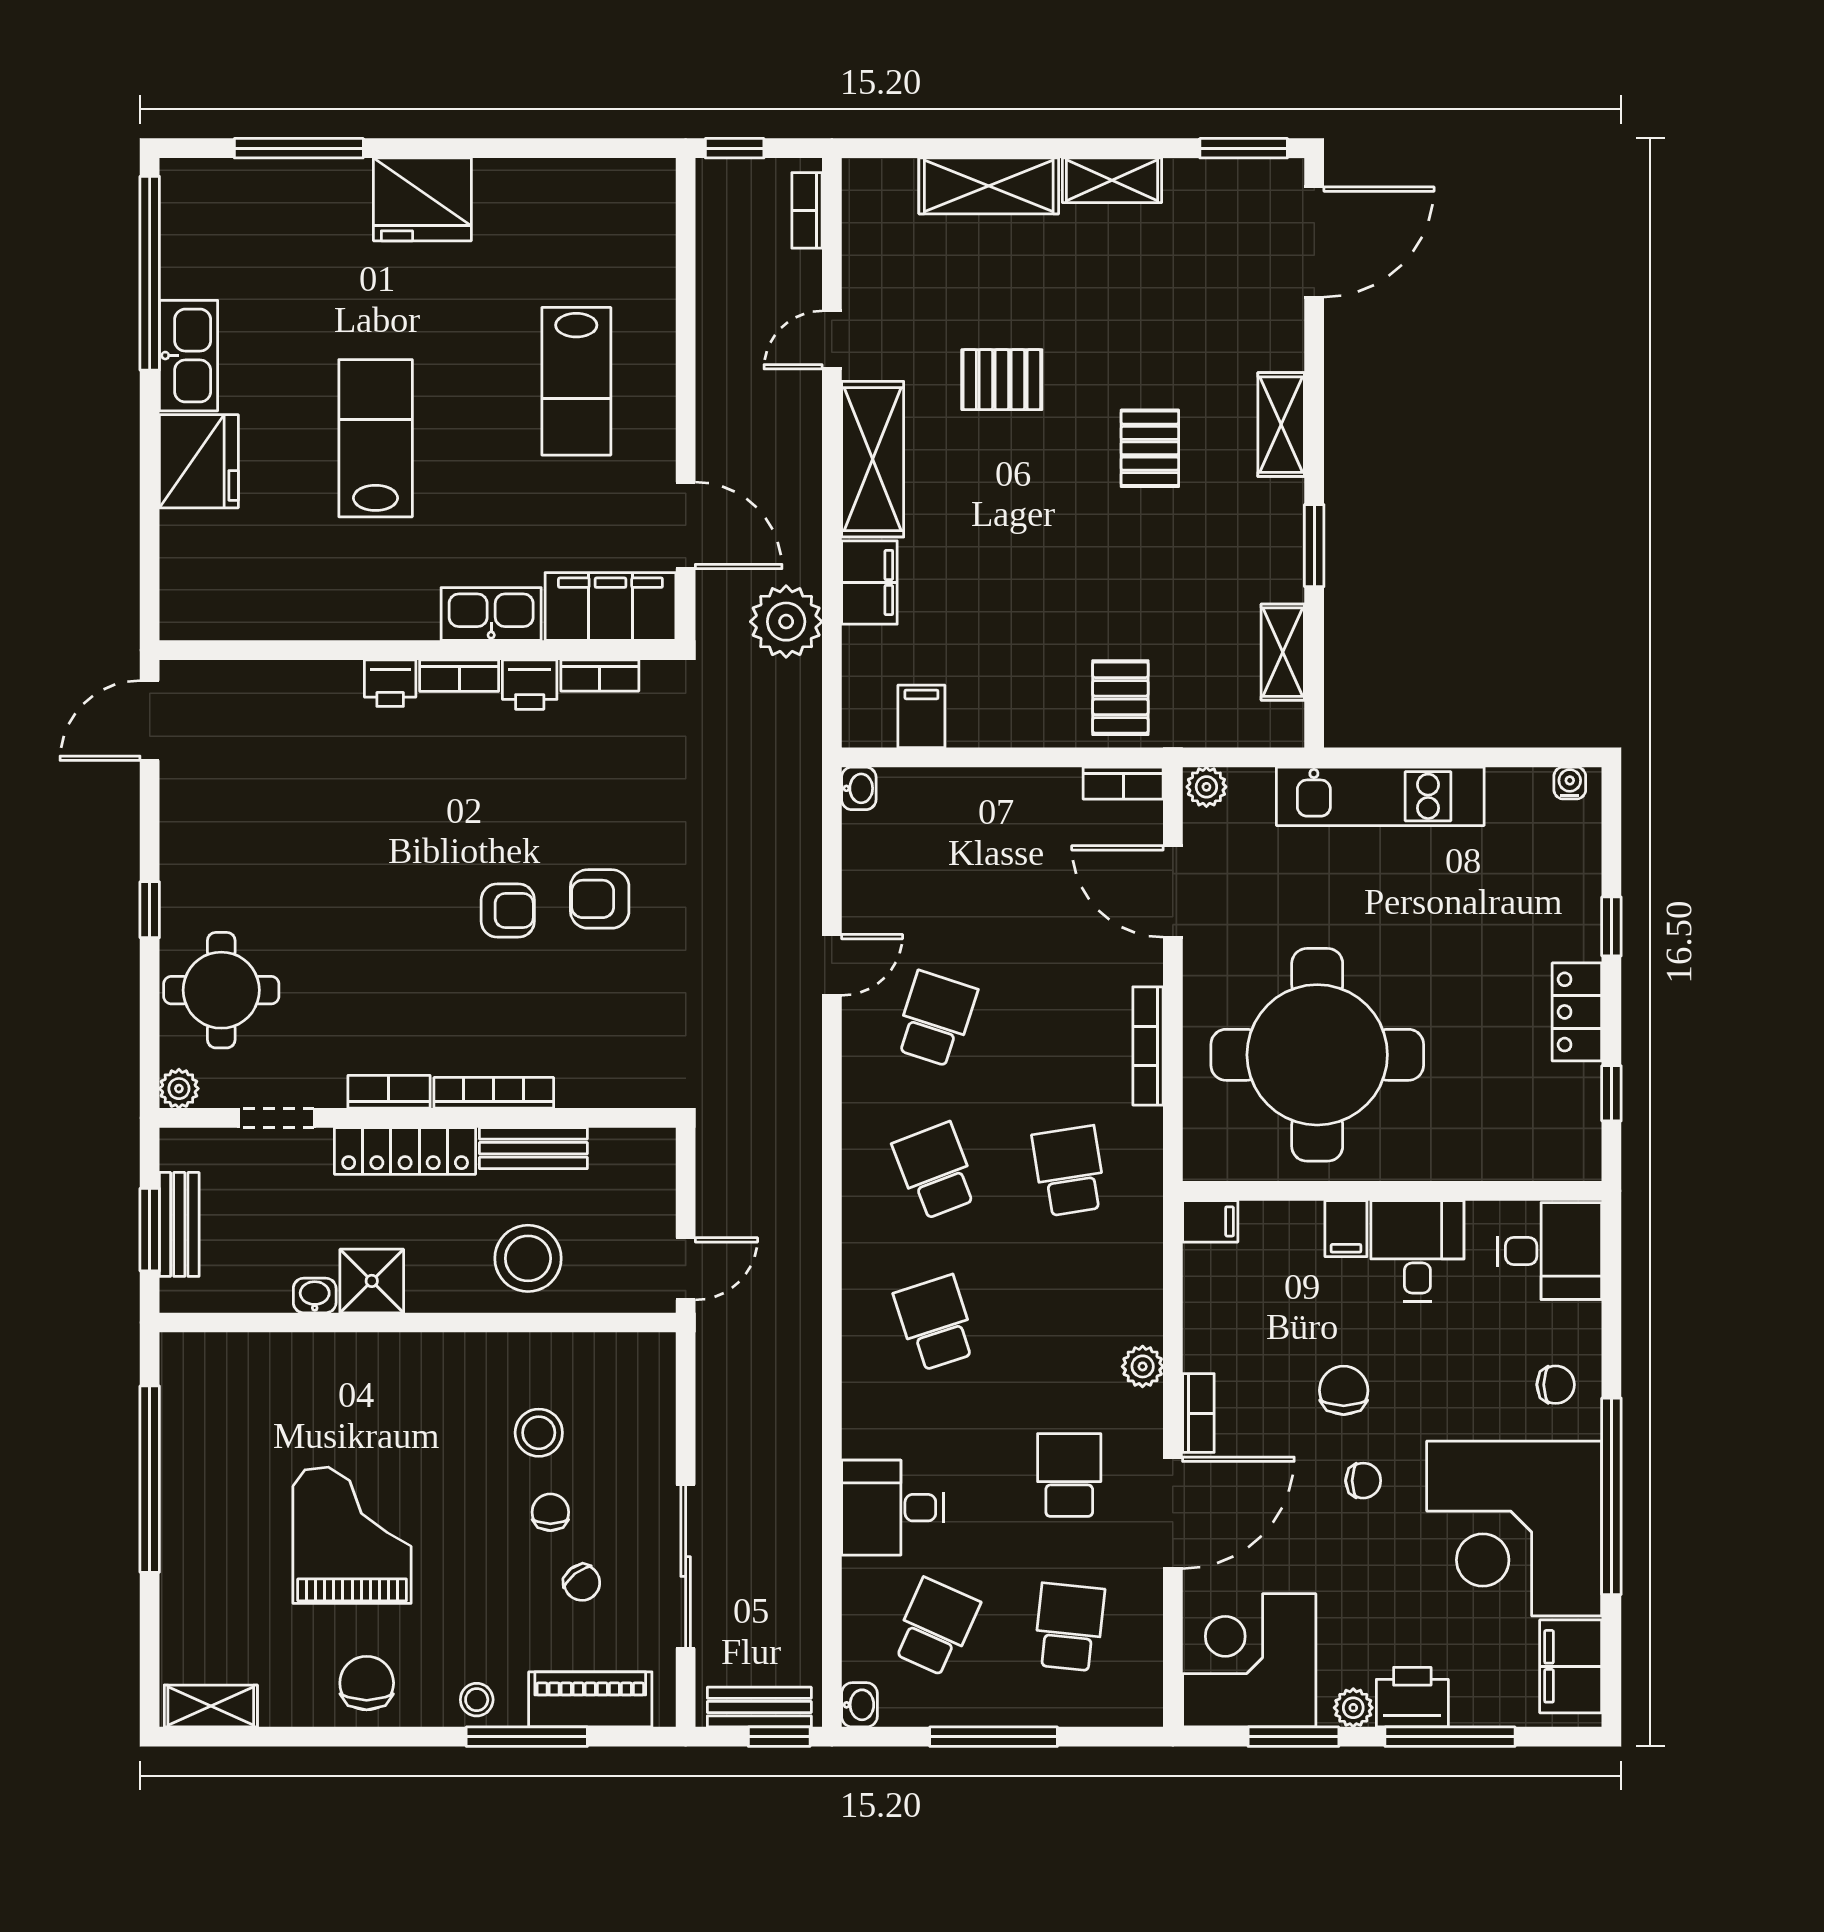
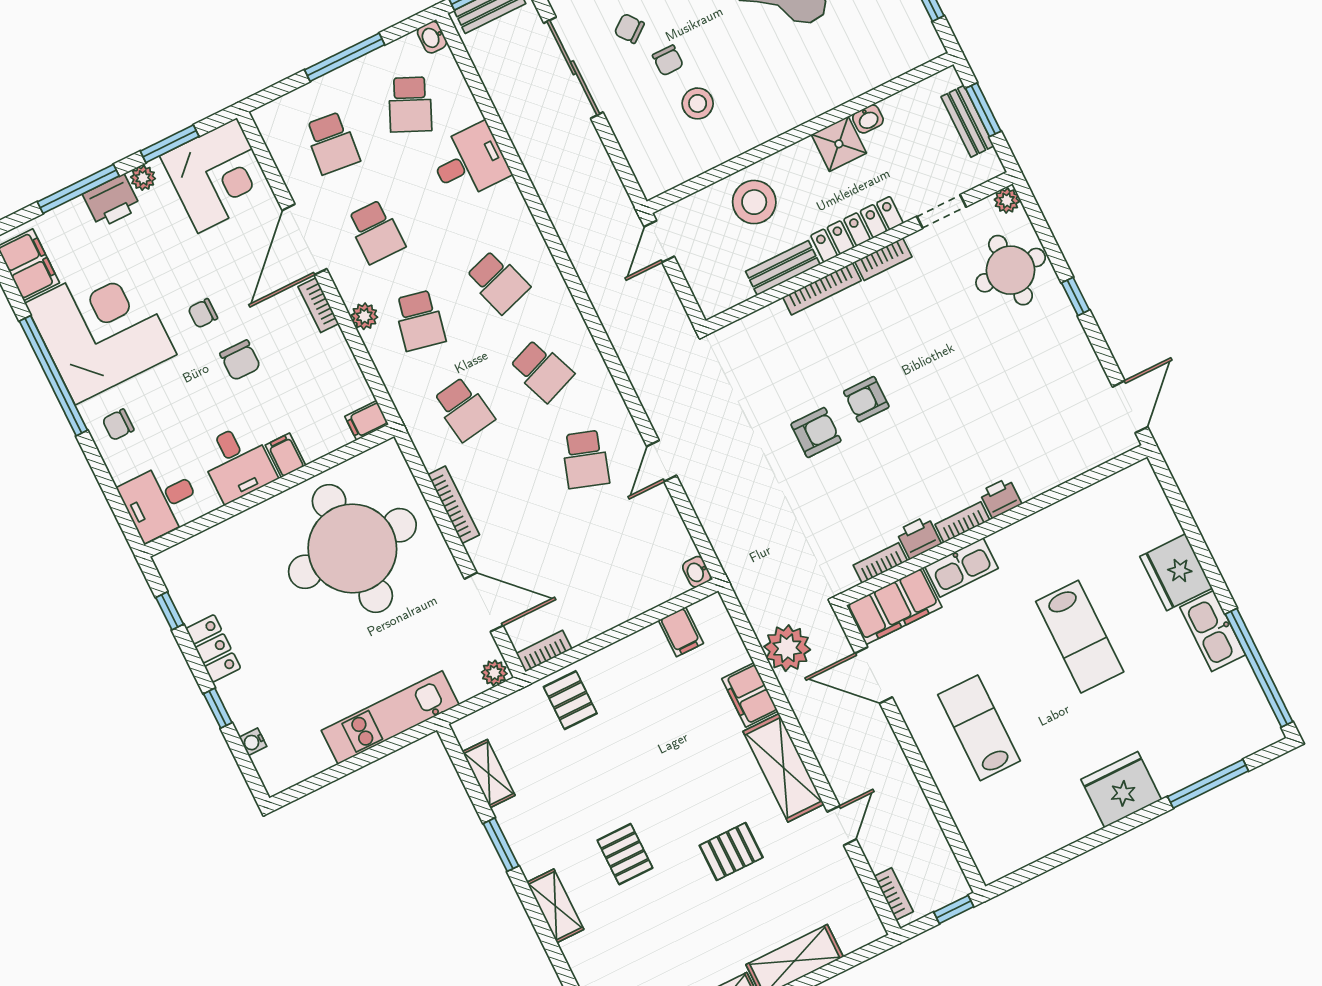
water cooler: (1570, 783) -> (253, 742), moved, turned 90
school desk: (1069, 1323) -> (420, 320), added

